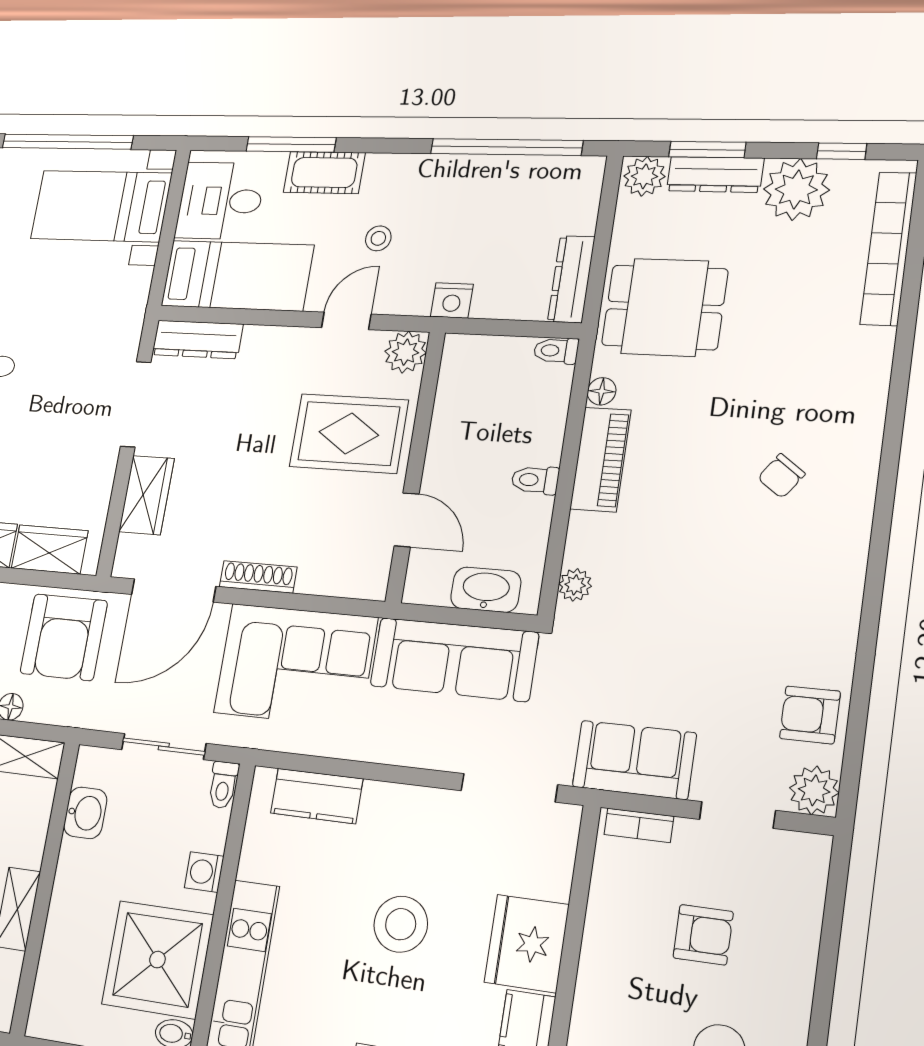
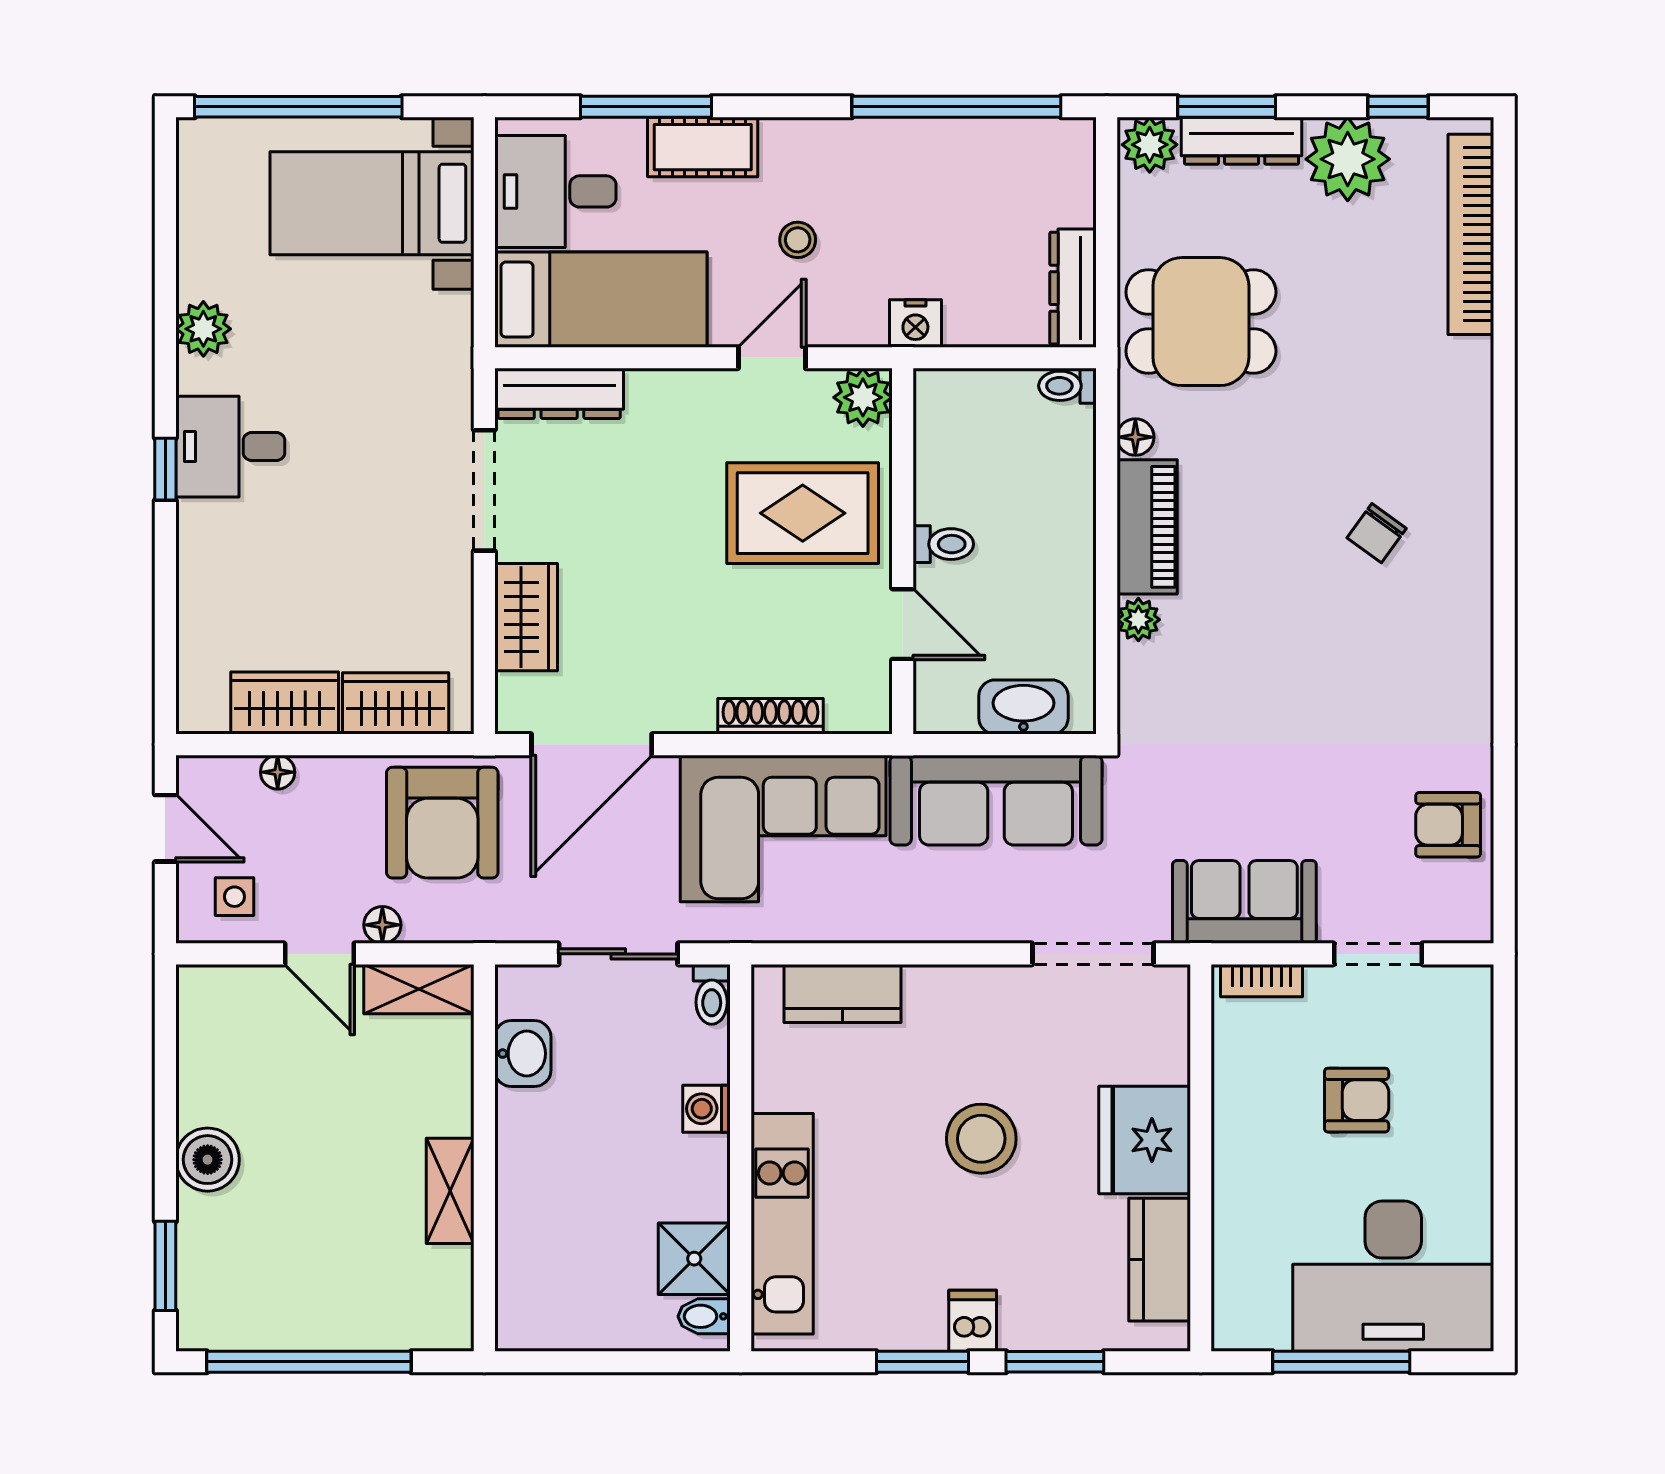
toilet: (535, 480) -> (943, 544), moved, turned 180
shoe rack: (258, 577) -> (770, 716), moved
plant: (575, 585) -> (1138, 620), moved
plant: (814, 790) -> (1464, 914), removed
shower: (157, 960) -> (694, 1259), width x0.54, depth x0.54

